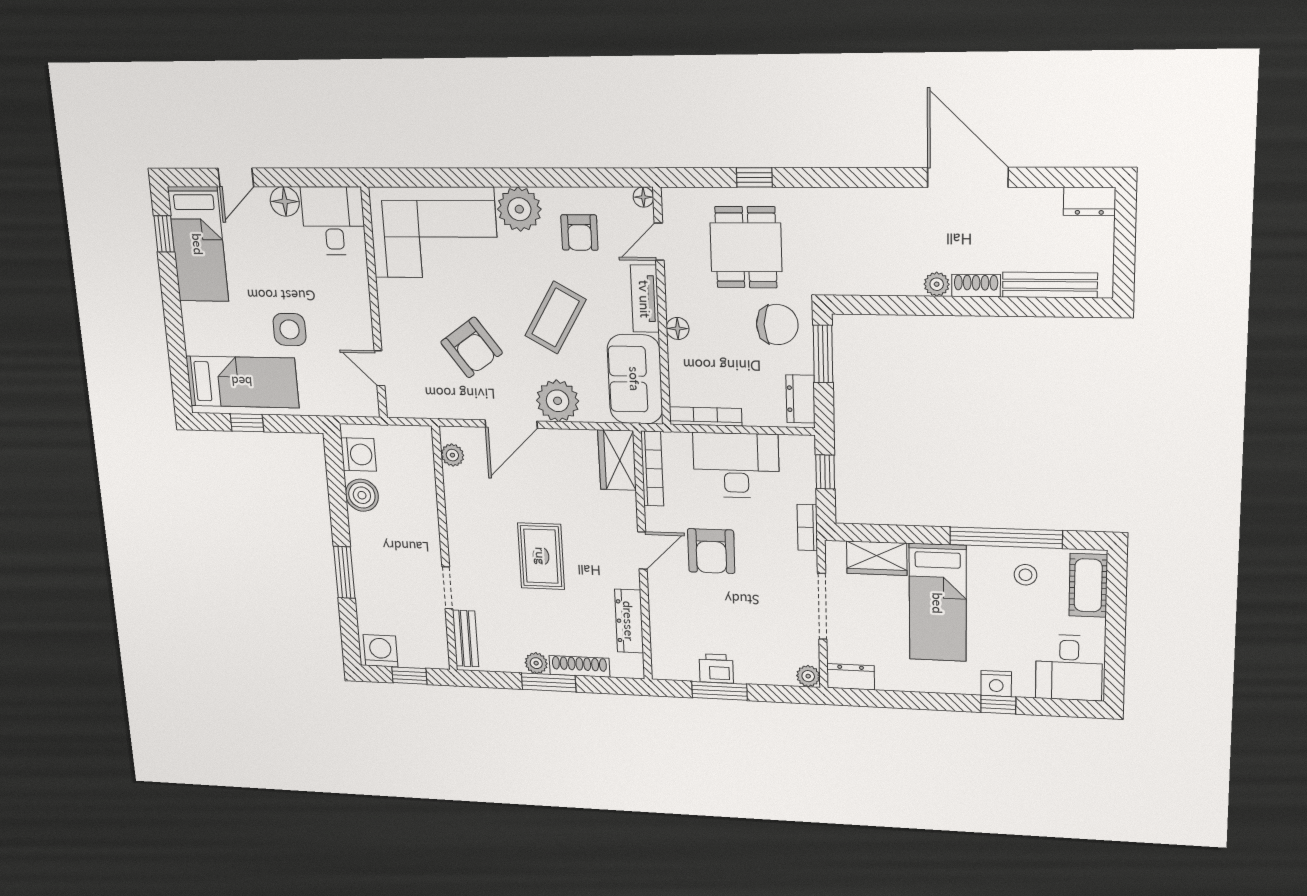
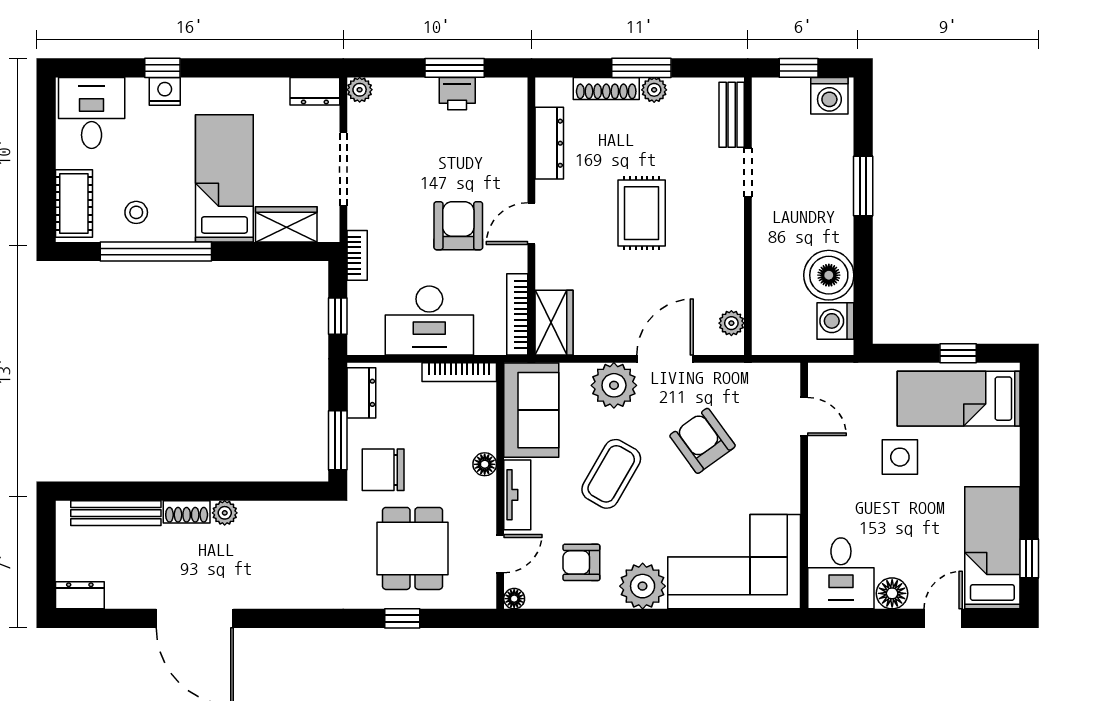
armchair: (580, 233) -> (581, 562), turned -90
boiler: (362, 495) -> (829, 275), width x1.37, depth x1.37

